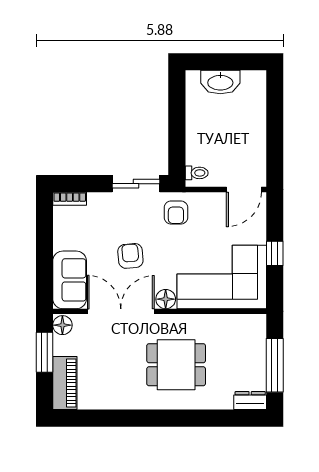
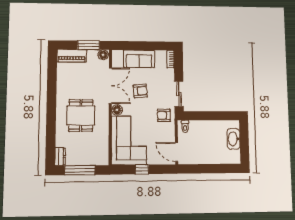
sofa: (70, 280) -> (139, 59), moved

